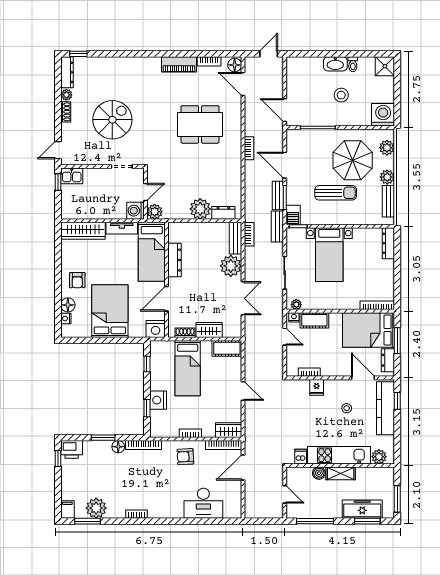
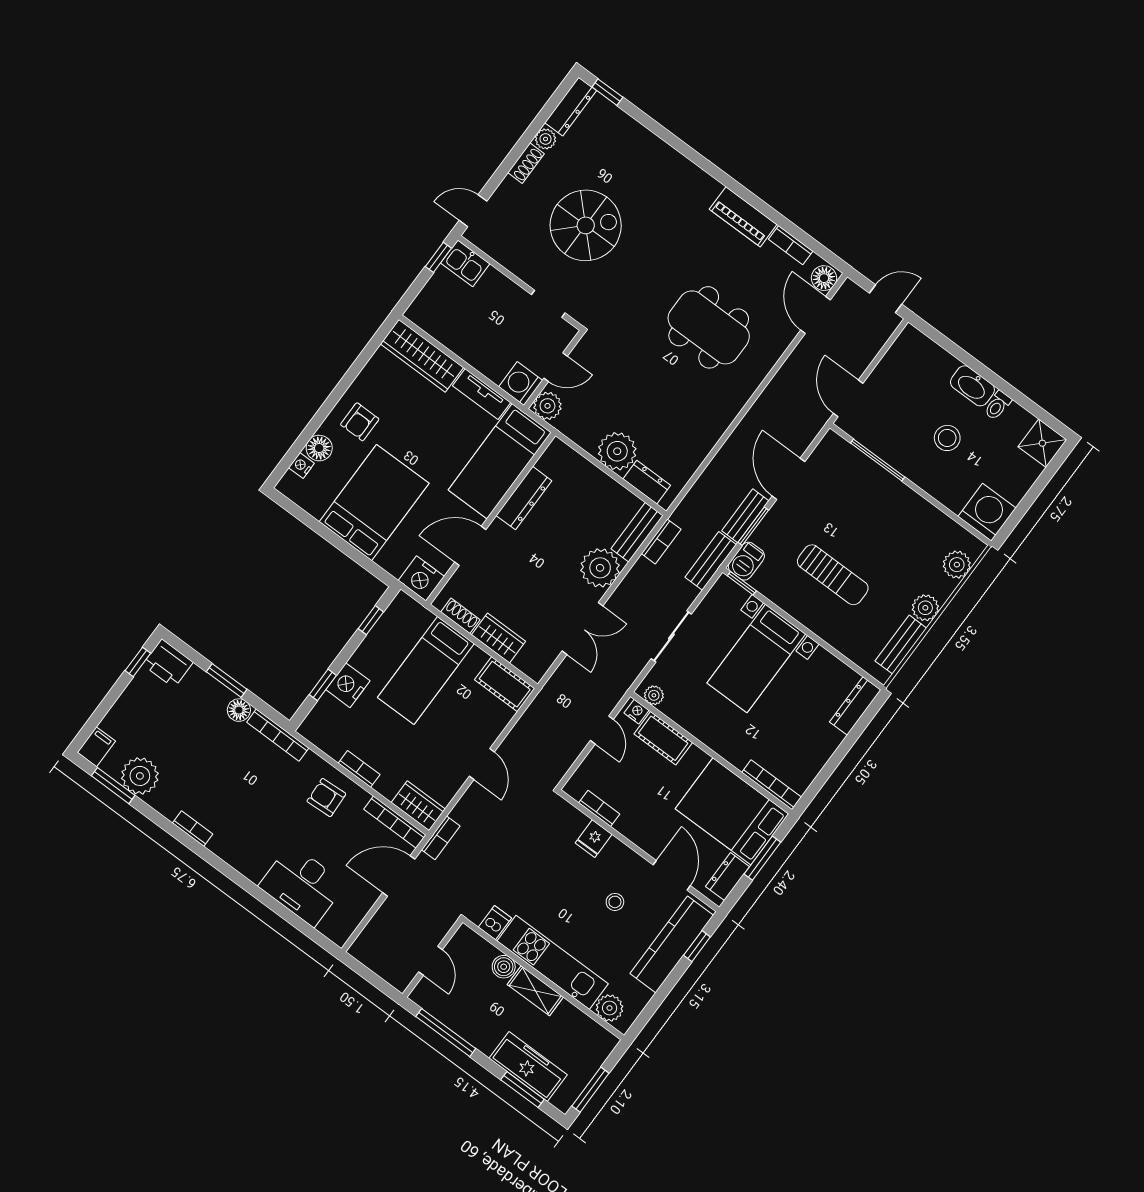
bookcase: (249, 148) -> (441, 838), moved
parasol: (353, 160) -> (893, 546), removed

